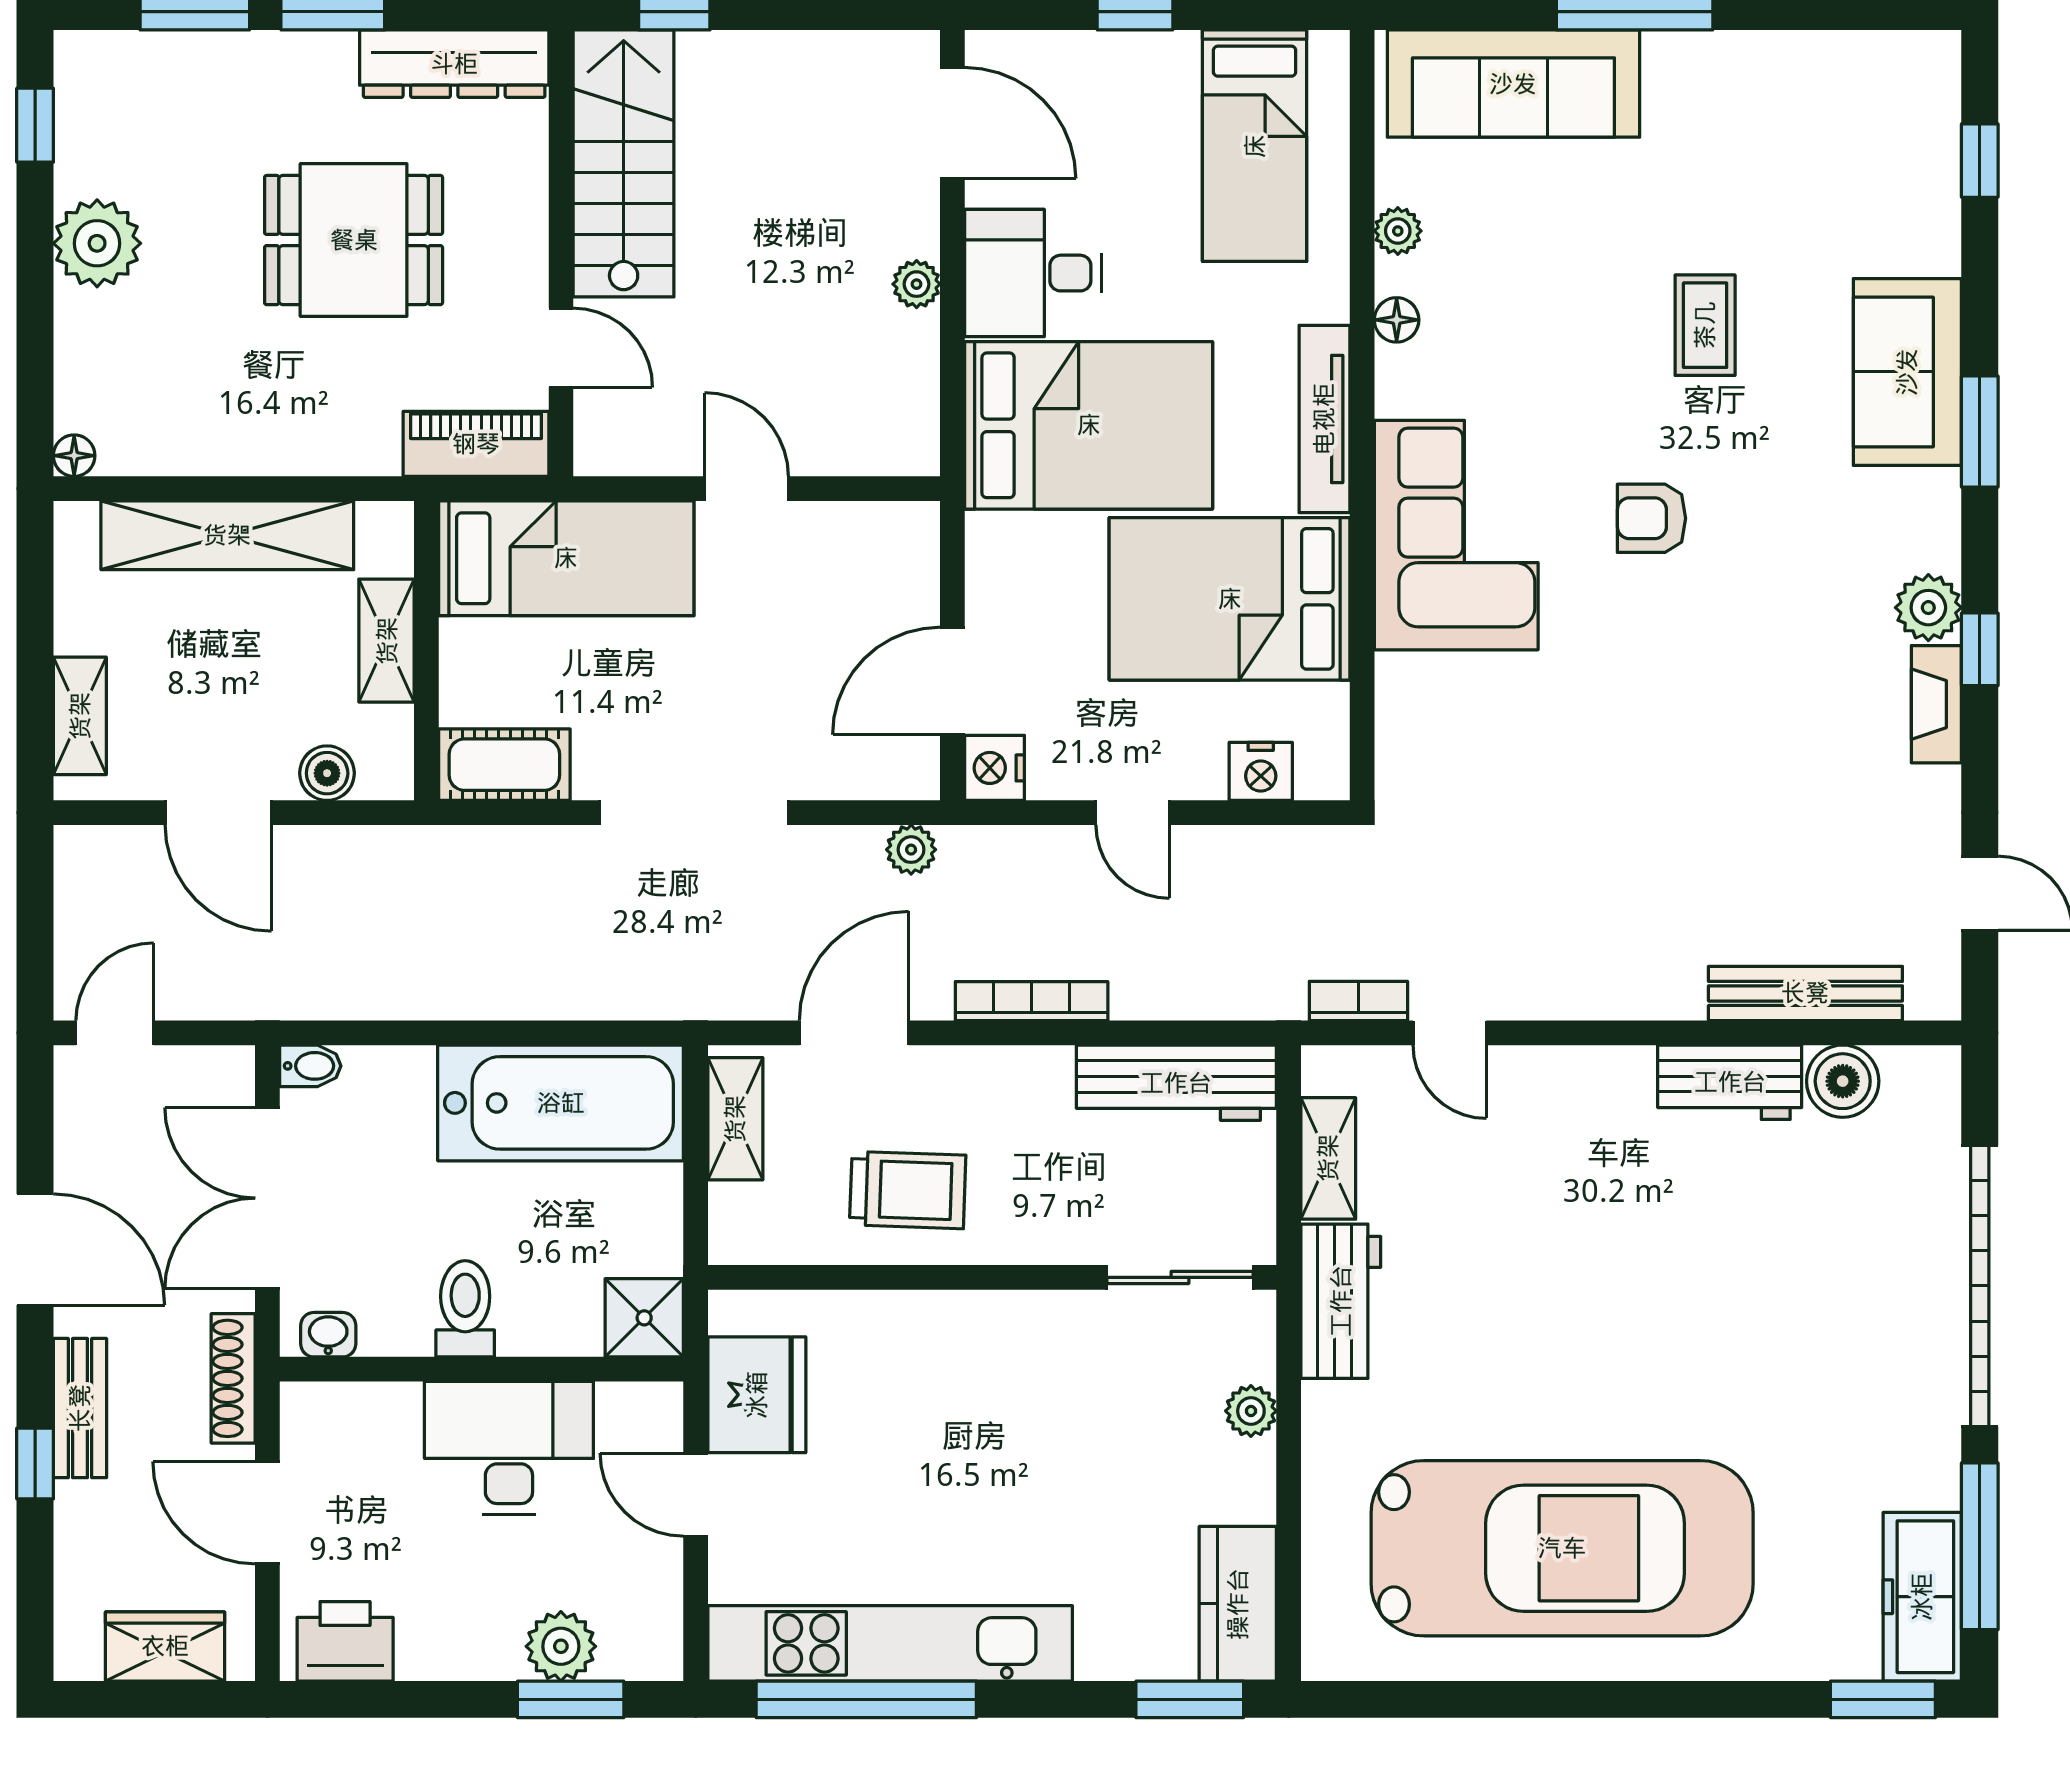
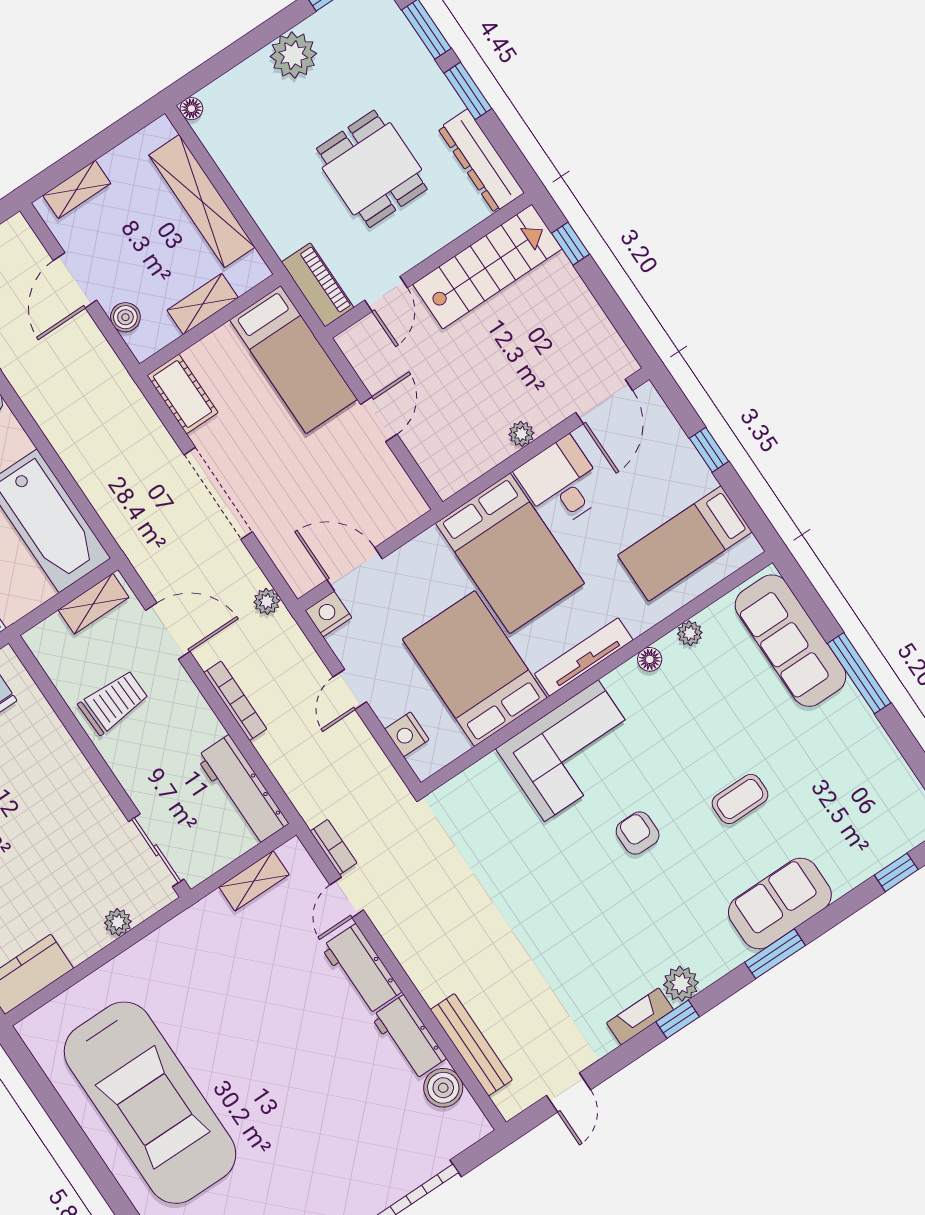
trolley: (908, 1190) -> (114, 702), turned -94
workbench: (1341, 1301) -> (361, 969), moved, turned 90

